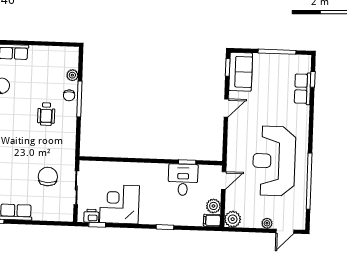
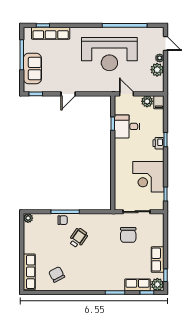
sofa: (241, 72) -> (32, 69), moved, turned 90
plant: (72, 75) -> (28, 218), moved
row of seats: (303, 89) -> (51, 33), width x1.48
door: (226, 108) -> (68, 94), swing flipped
wheelchair: (46, 114) -> (78, 238), turned -55
chair: (48, 177) -> (128, 235), turned -90
printer: (91, 216) -> (158, 143), moved
plant: (233, 219) -> (157, 70), moved

